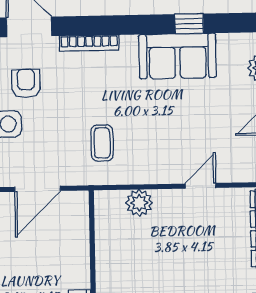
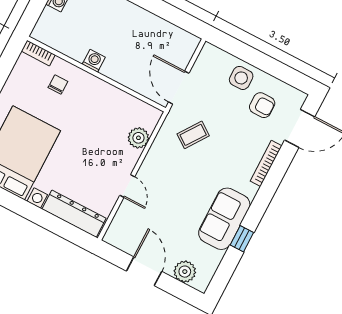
coffee table: (102, 143) -> (193, 135), turned -55
door: (38, 189) -> (179, 88), moved

